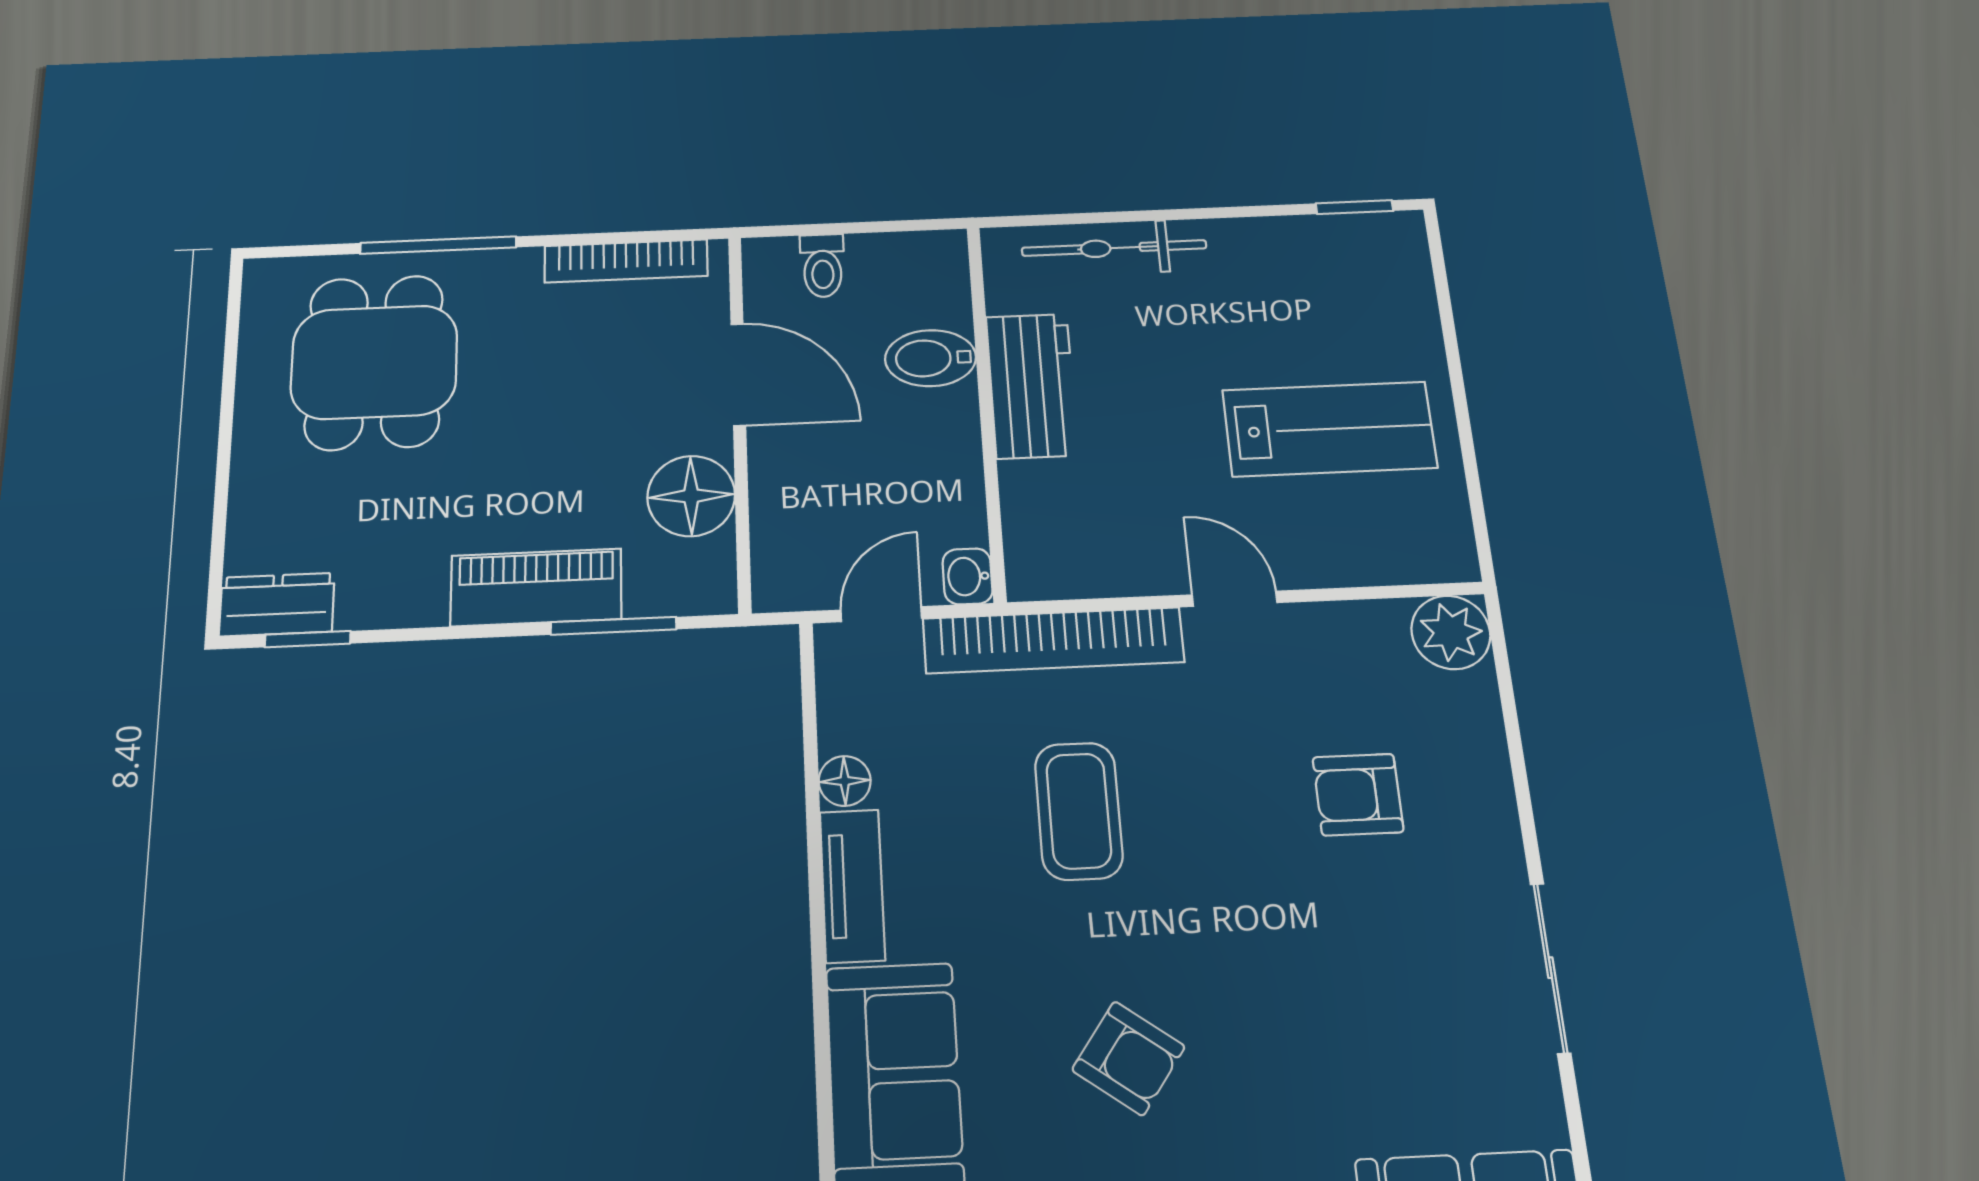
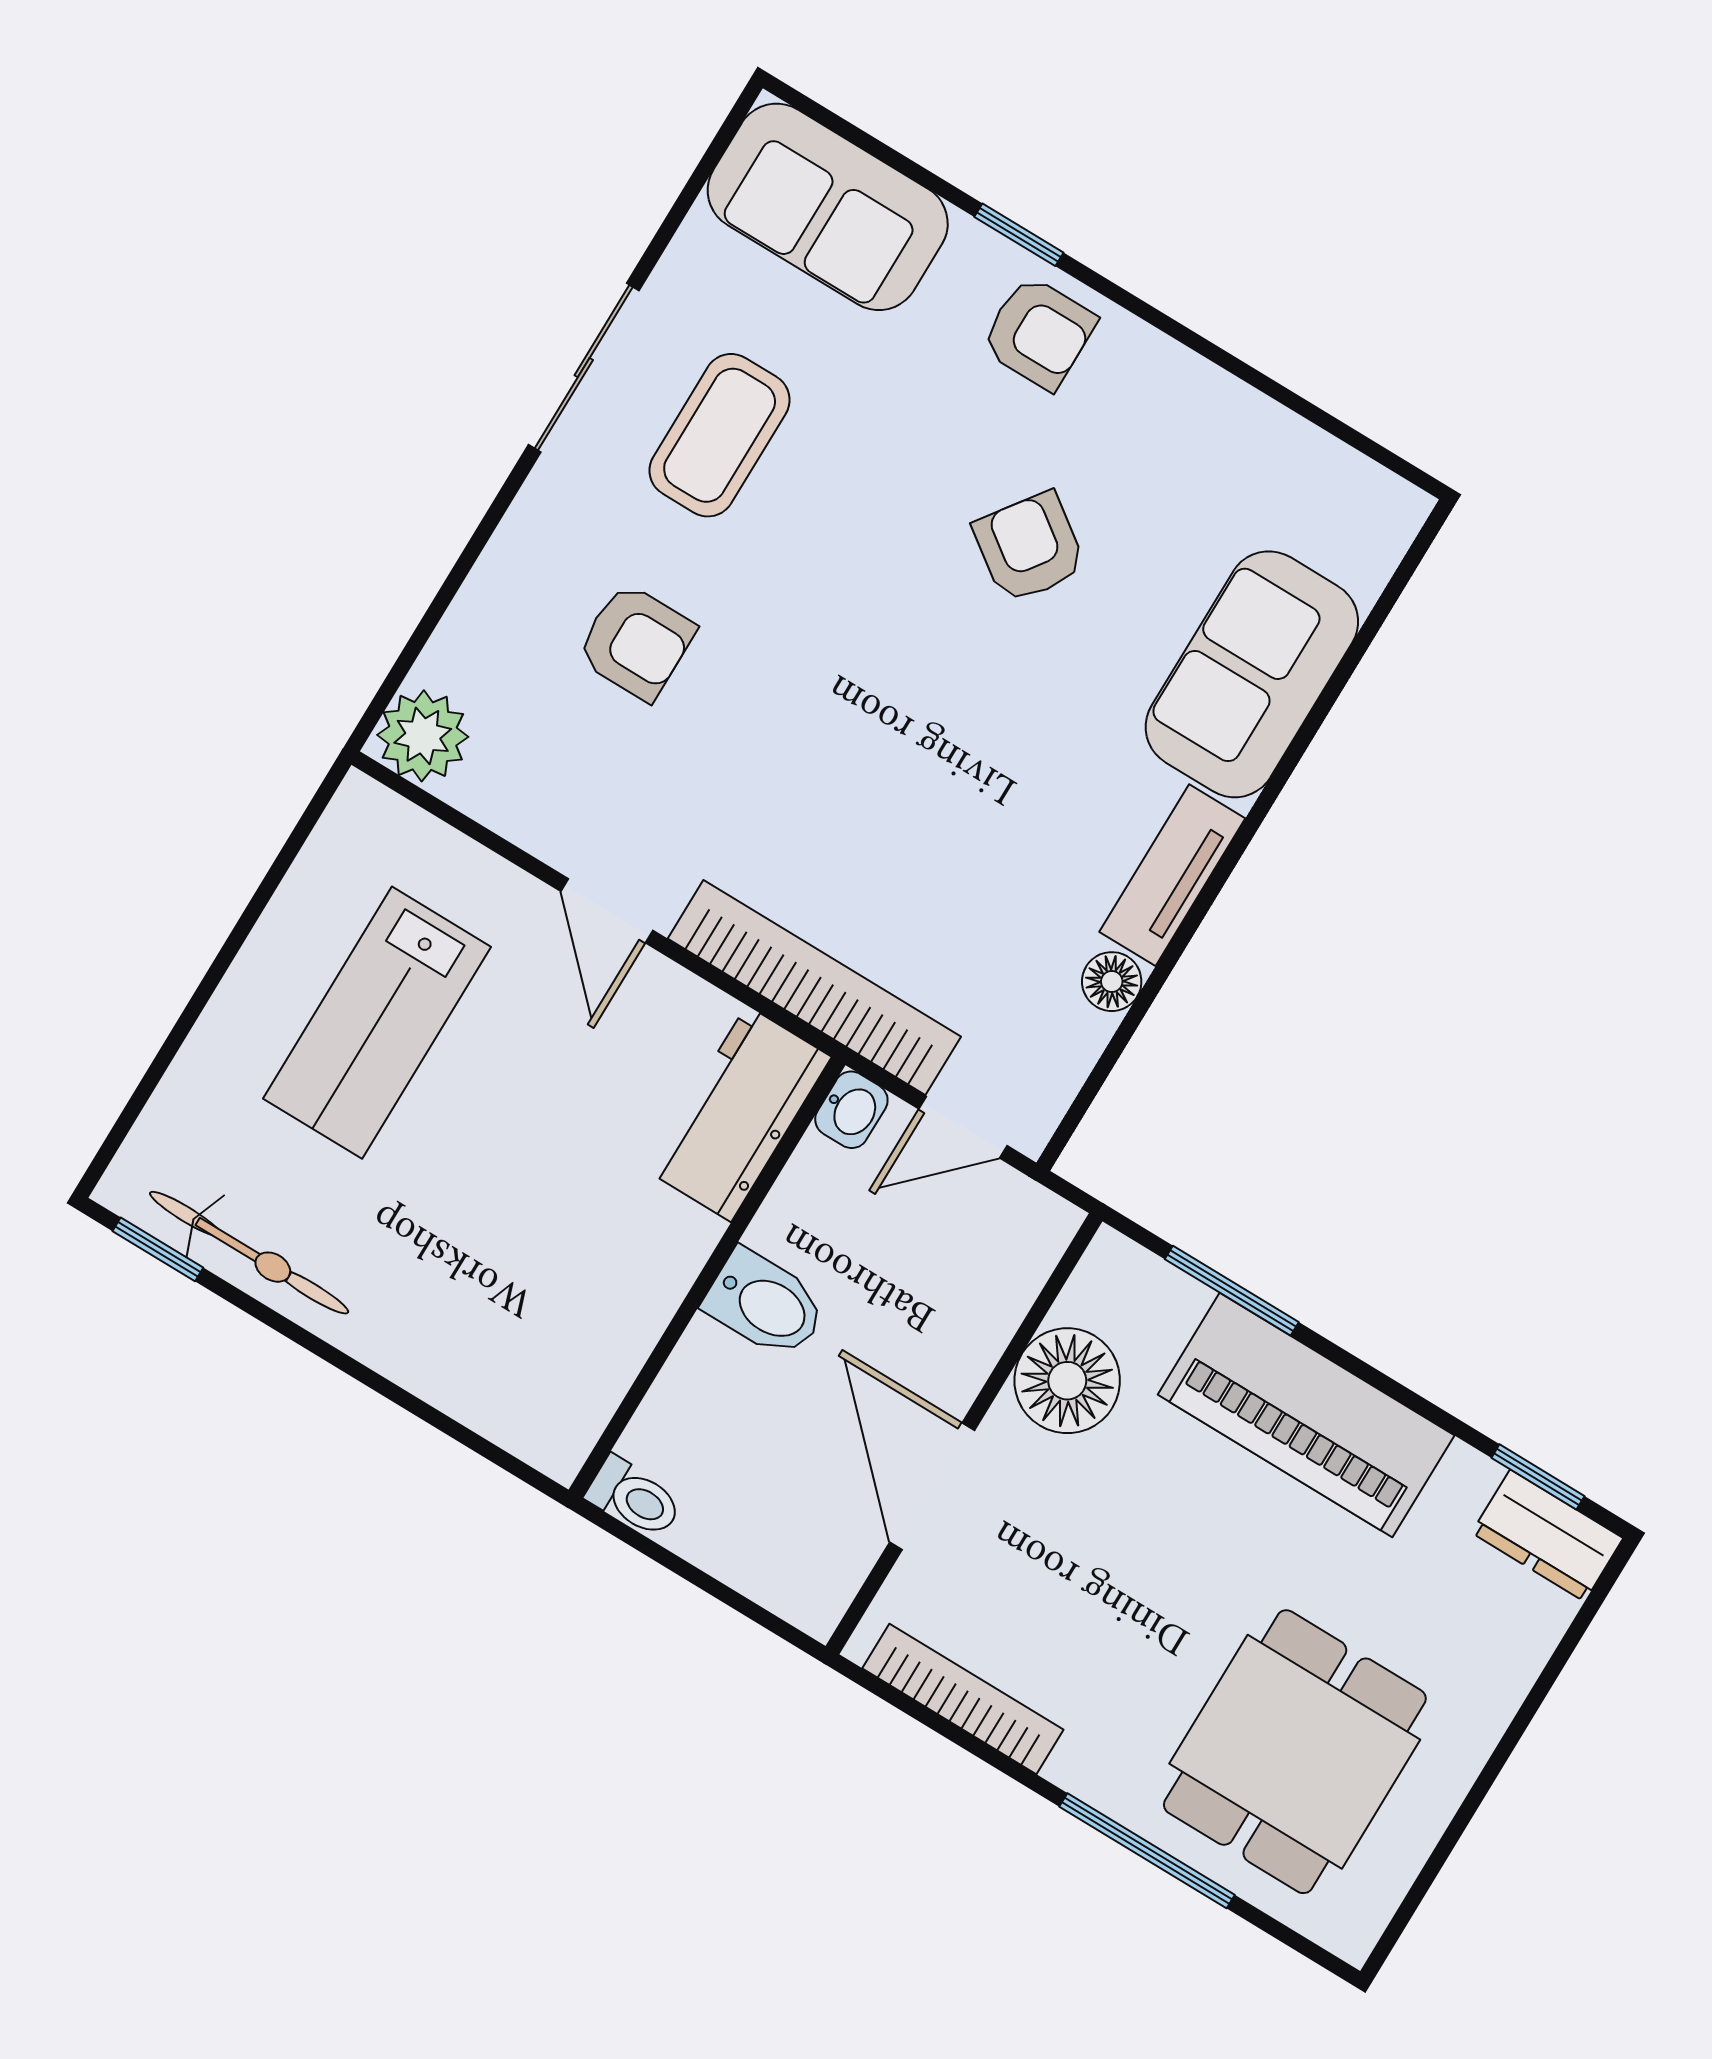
bicycle: (1114, 248) -> (249, 1253), moved
toilet: (823, 266) -> (634, 1498), moved, turned 90
bidet: (931, 358) -> (765, 1304), moved
workbench: (1032, 386) -> (739, 1114), moved
lab bench: (1329, 429) -> (377, 1023), turned -90
piano: (536, 587) -> (1306, 1415), width x1.37, depth x1.33
coffee table: (1079, 811) -> (720, 435), moved

